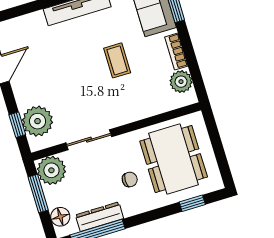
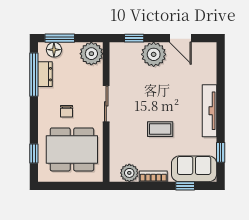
plant: (38, 121) -> (154, 54), moved
sliding door: (89, 140) -> (106, 104), moved
window: (38, 193) -> (60, 38), moved
dresser: (99, 217) -> (45, 74), width x0.70

